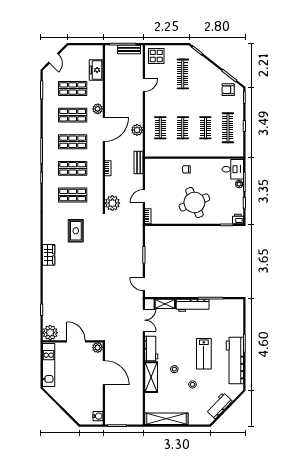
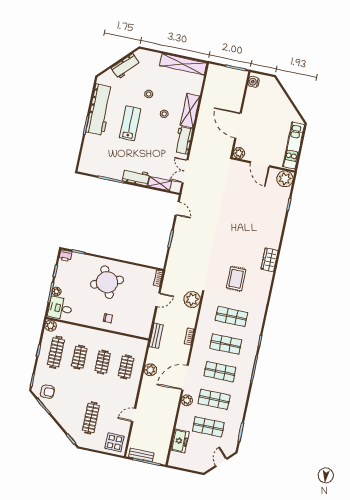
plant: (238, 151) -> (51, 326), added
workbench: (193, 305) -> (136, 177), width x0.73

